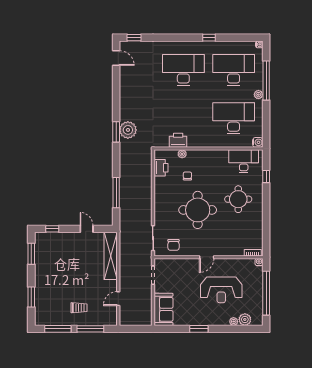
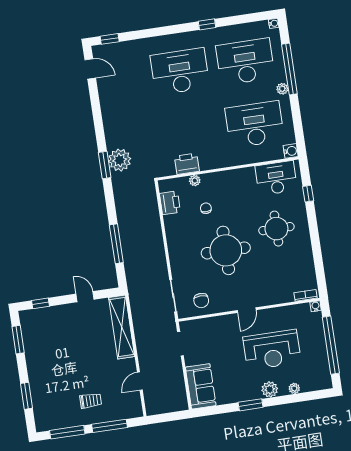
plant: (245, 319) -> (270, 389), moved

